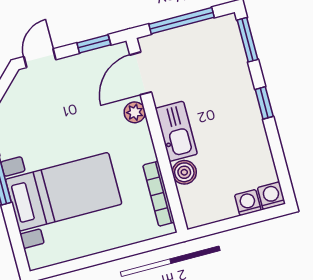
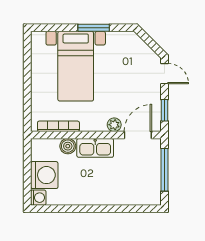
window: (248, 40) -> (141, 209), removed
door: (141, 73) -> (138, 135), hinge flipped
window: (264, 103) -> (98, 209), removed
washing machine: (248, 203) -> (44, 175), width x1.89, depth x1.89

